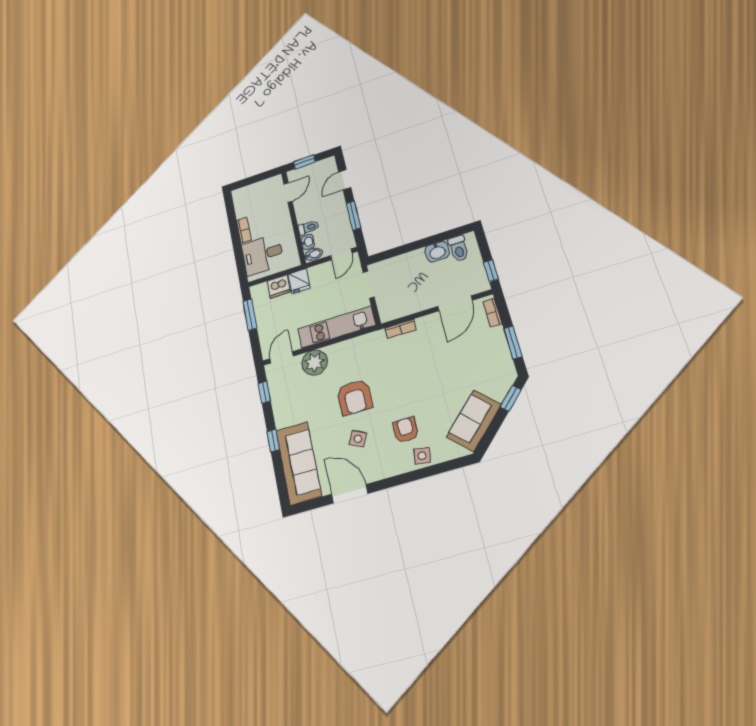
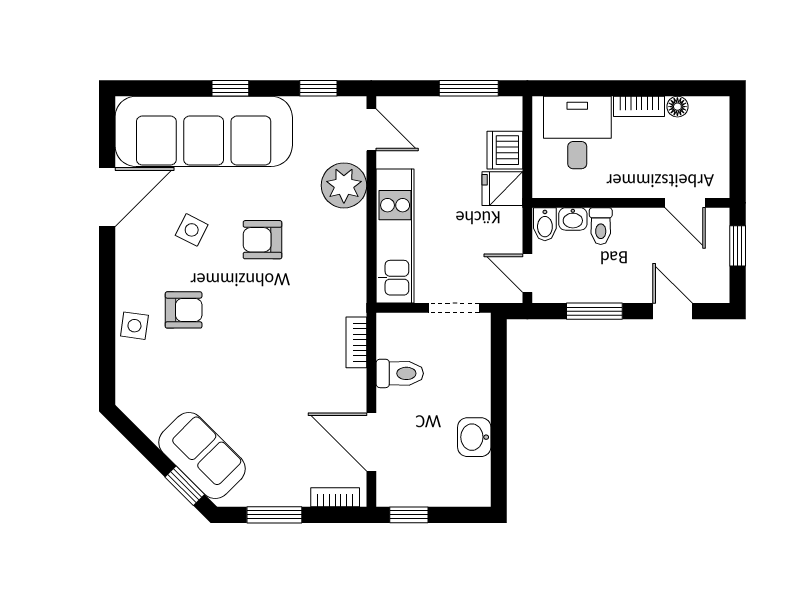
floor lamp: (241, 213) -> (677, 107), added
toilet: (459, 249) -> (400, 373), moved, turned 180
armchair: (355, 397) -> (263, 240), width x0.72, depth x0.72
sofa: (474, 421) -> (202, 456), moved
sofa: (299, 463) -> (204, 131), width x1.36, depth x1.27

